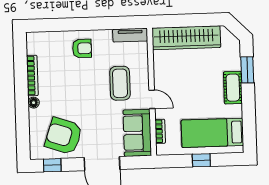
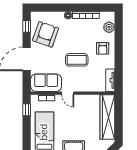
plant: (50, 40) -> (109, 27), added
coffee table: (120, 83) -> (77, 60), moved
door: (152, 99) -> (68, 93), hinge flipped
window: (201, 160) -> (27, 110), moved

